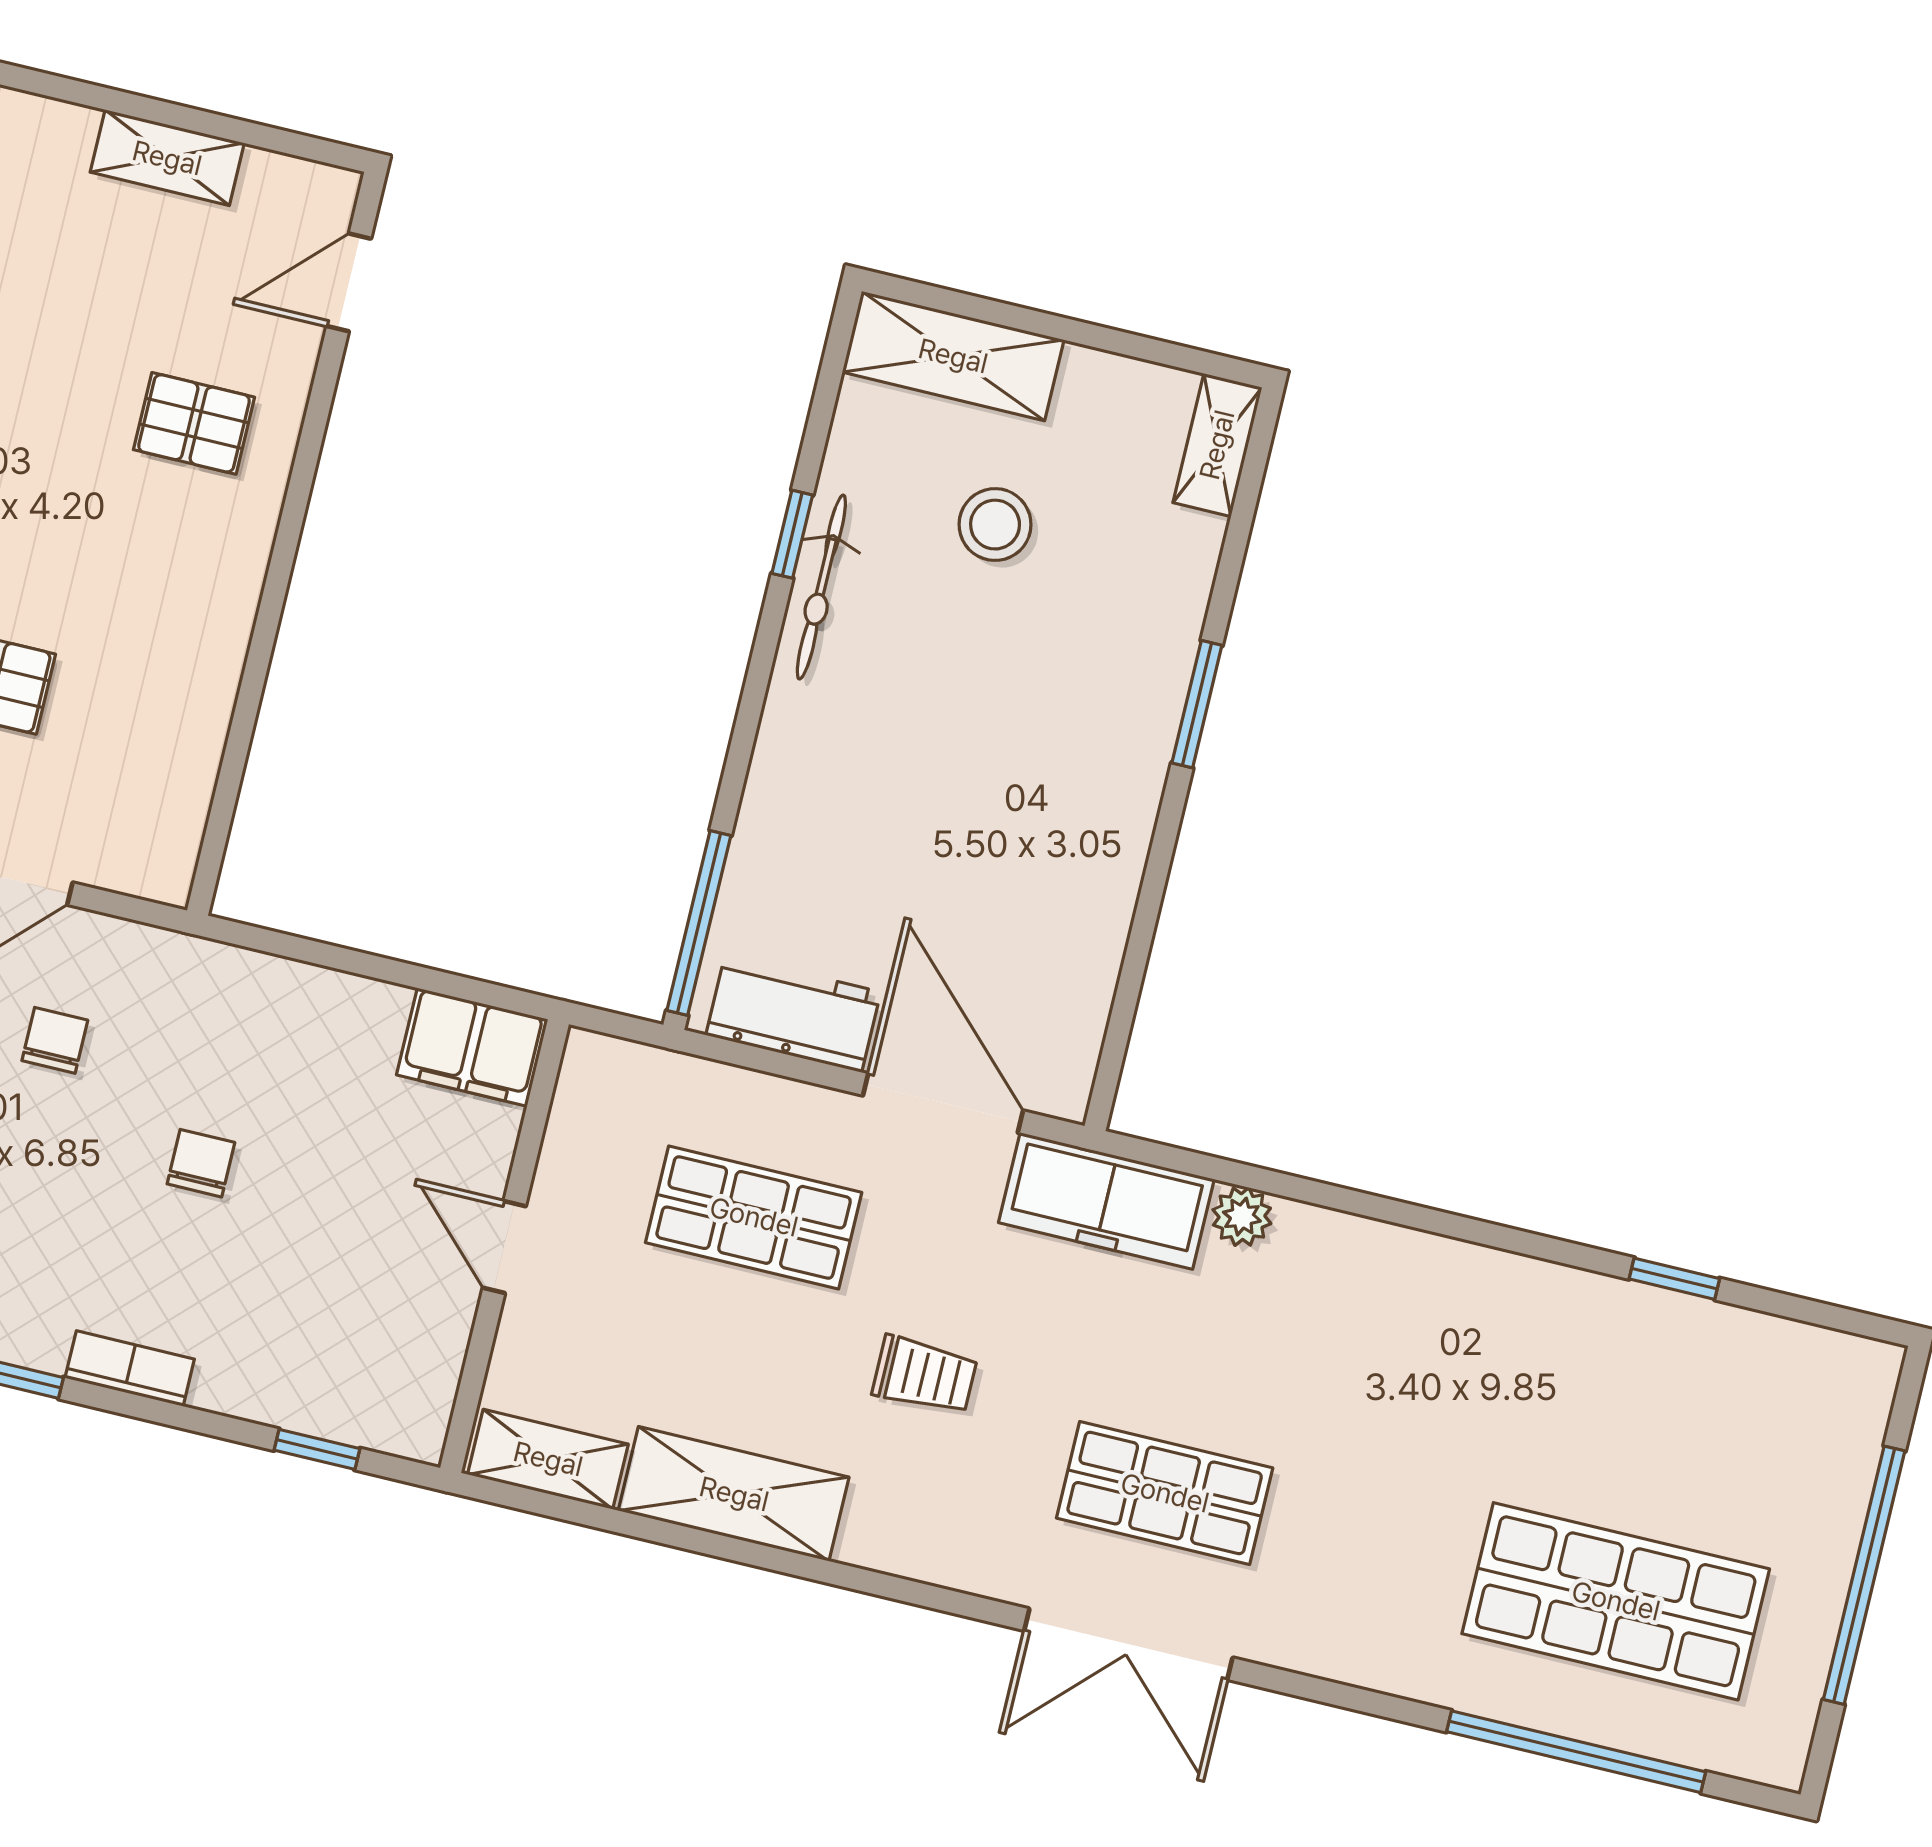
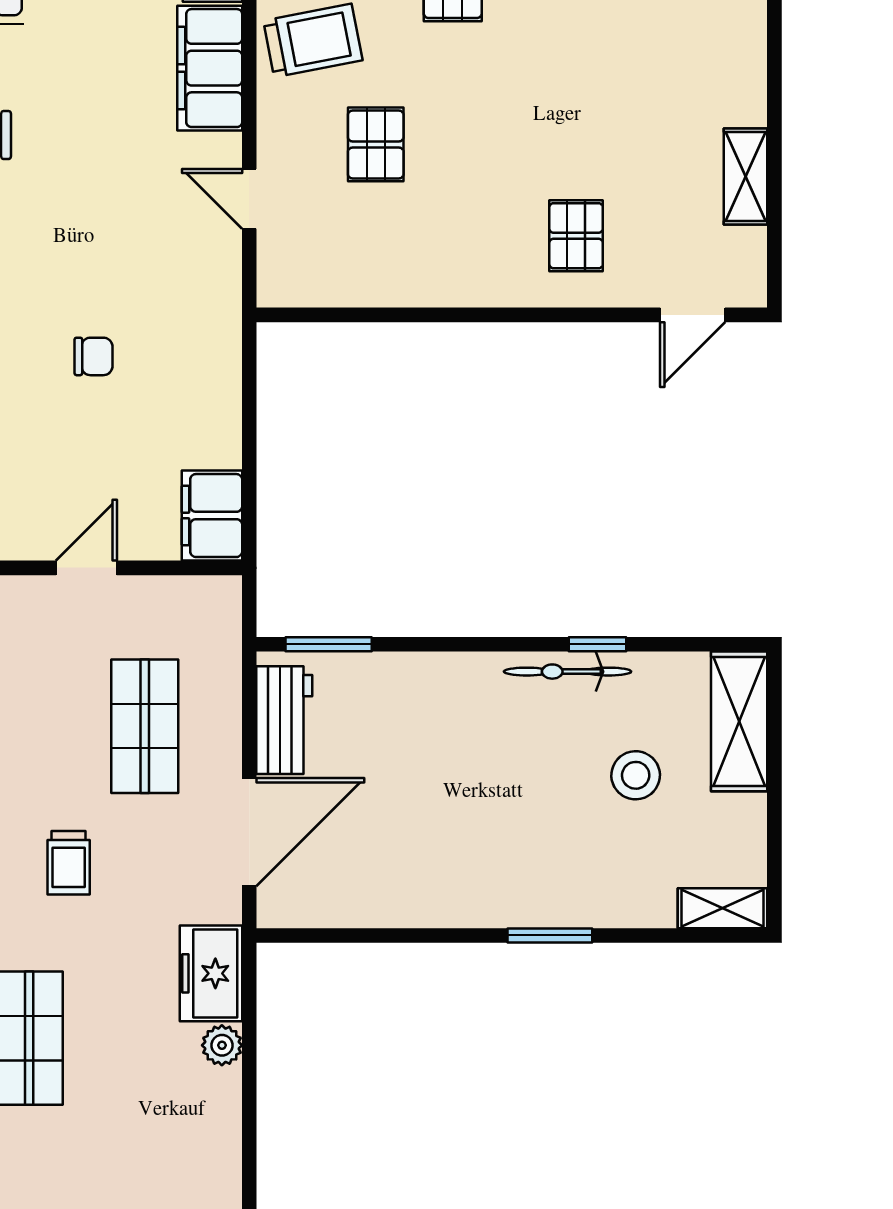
door: (349, 282) -> (693, 315), swing flipped
window: (699, 923) -> (329, 644), width x0.69
chair: (55, 1040) -> (151, 242), removed
freezer: (1106, 1201) -> (211, 973), width x0.71

